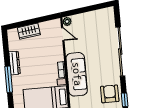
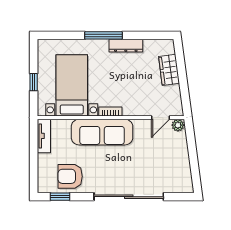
armchair: (110, 94) -> (70, 176), turned 180

